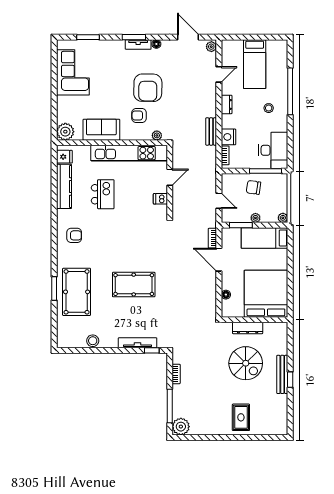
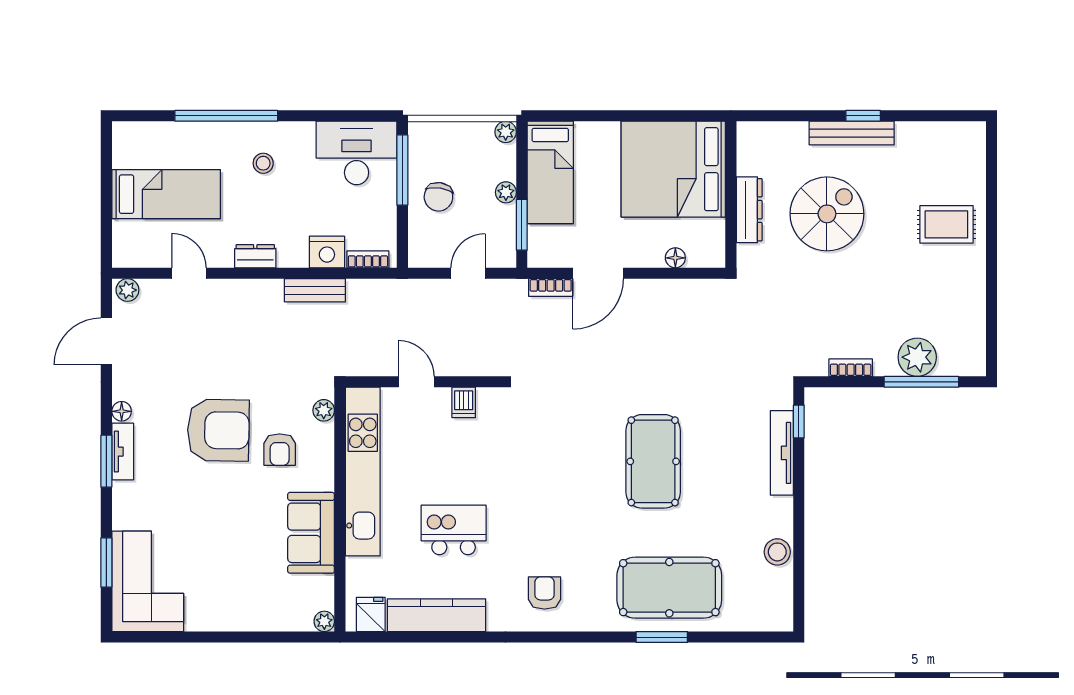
corner sofa: (73, 72) -> (148, 581), moved, turned 90
plant: (65, 132) -> (324, 621), width x0.53, depth x0.53
plant: (181, 427) -> (917, 357), moved

